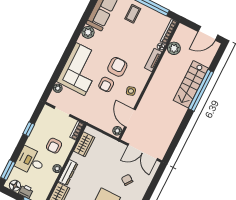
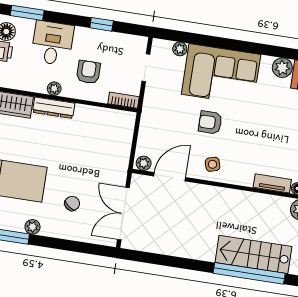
armchair: (117, 67) -> (243, 131), removed
wardrobe: (84, 144) -> (106, 118), removed
armchair: (54, 146) -> (88, 72), turned 90

